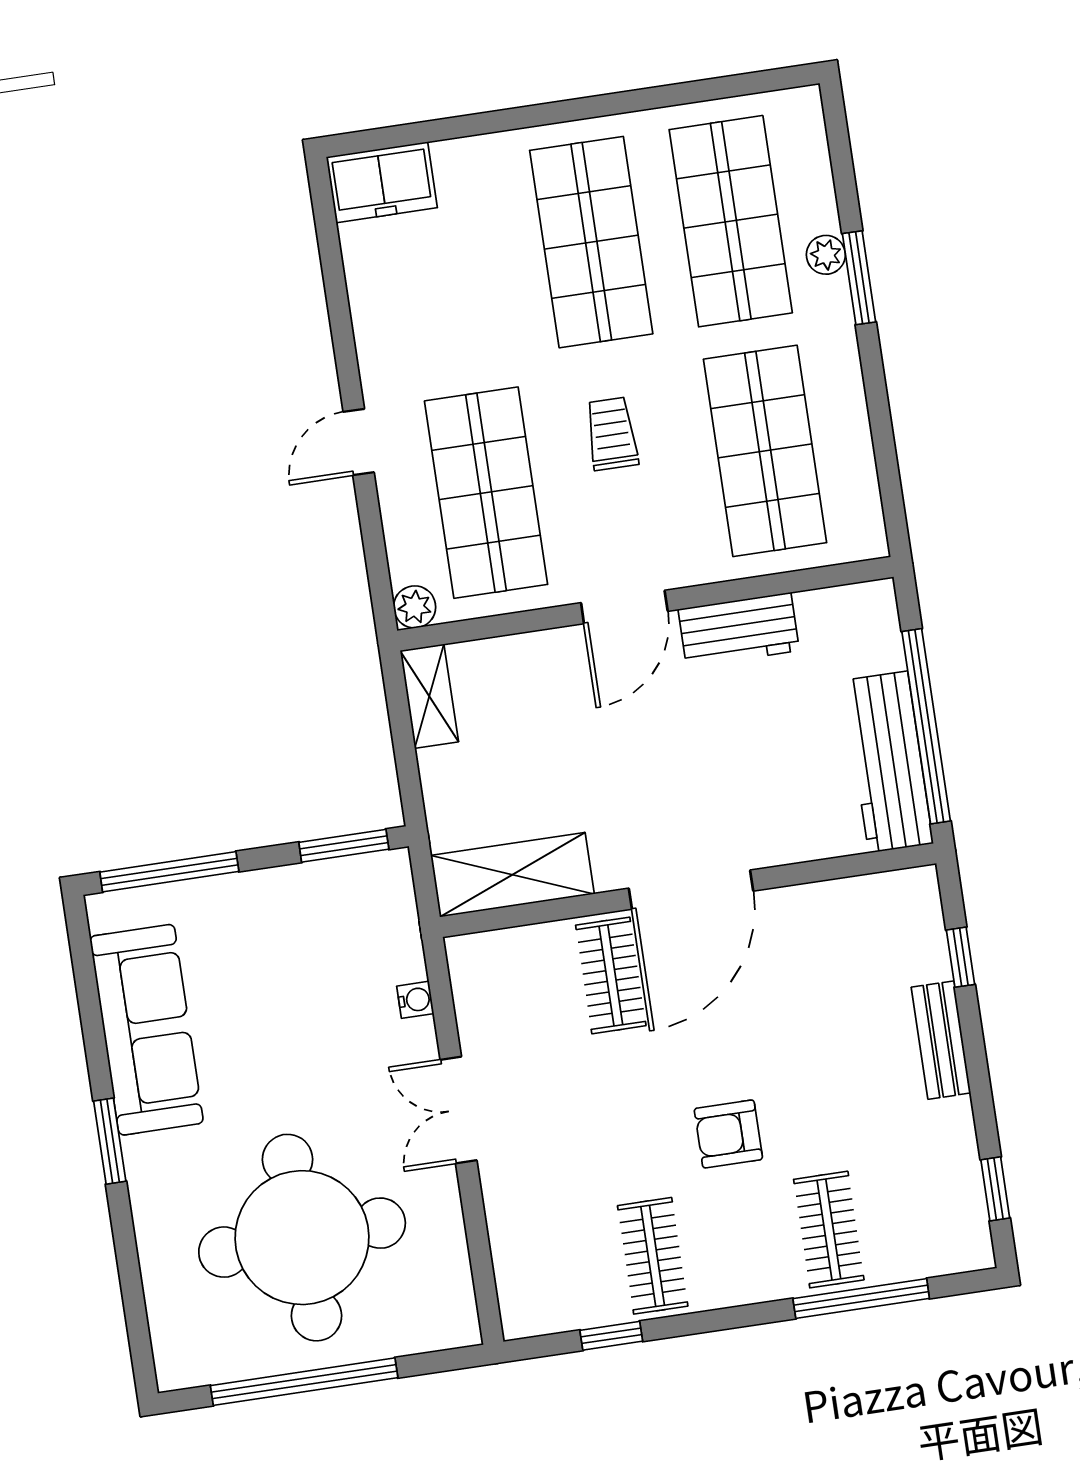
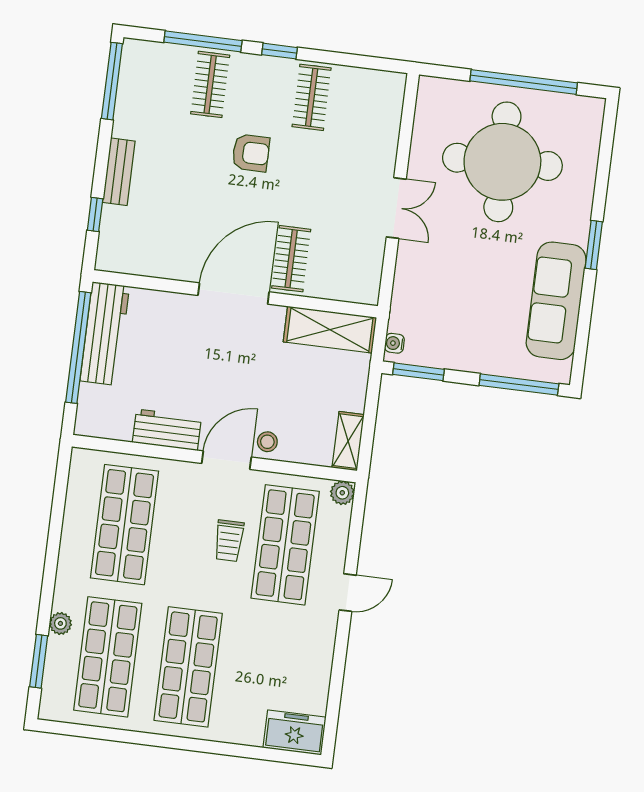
window: (859, 278) -> (39, 661), moved
trolley: (612, 434) -> (229, 541), moved
stool: (564, 657) -> (267, 442), added
water cooler: (415, 1000) -> (394, 343), moved
window: (995, 1189) -> (112, 81), width x2.17
window: (611, 1336) -> (279, 51), moved

